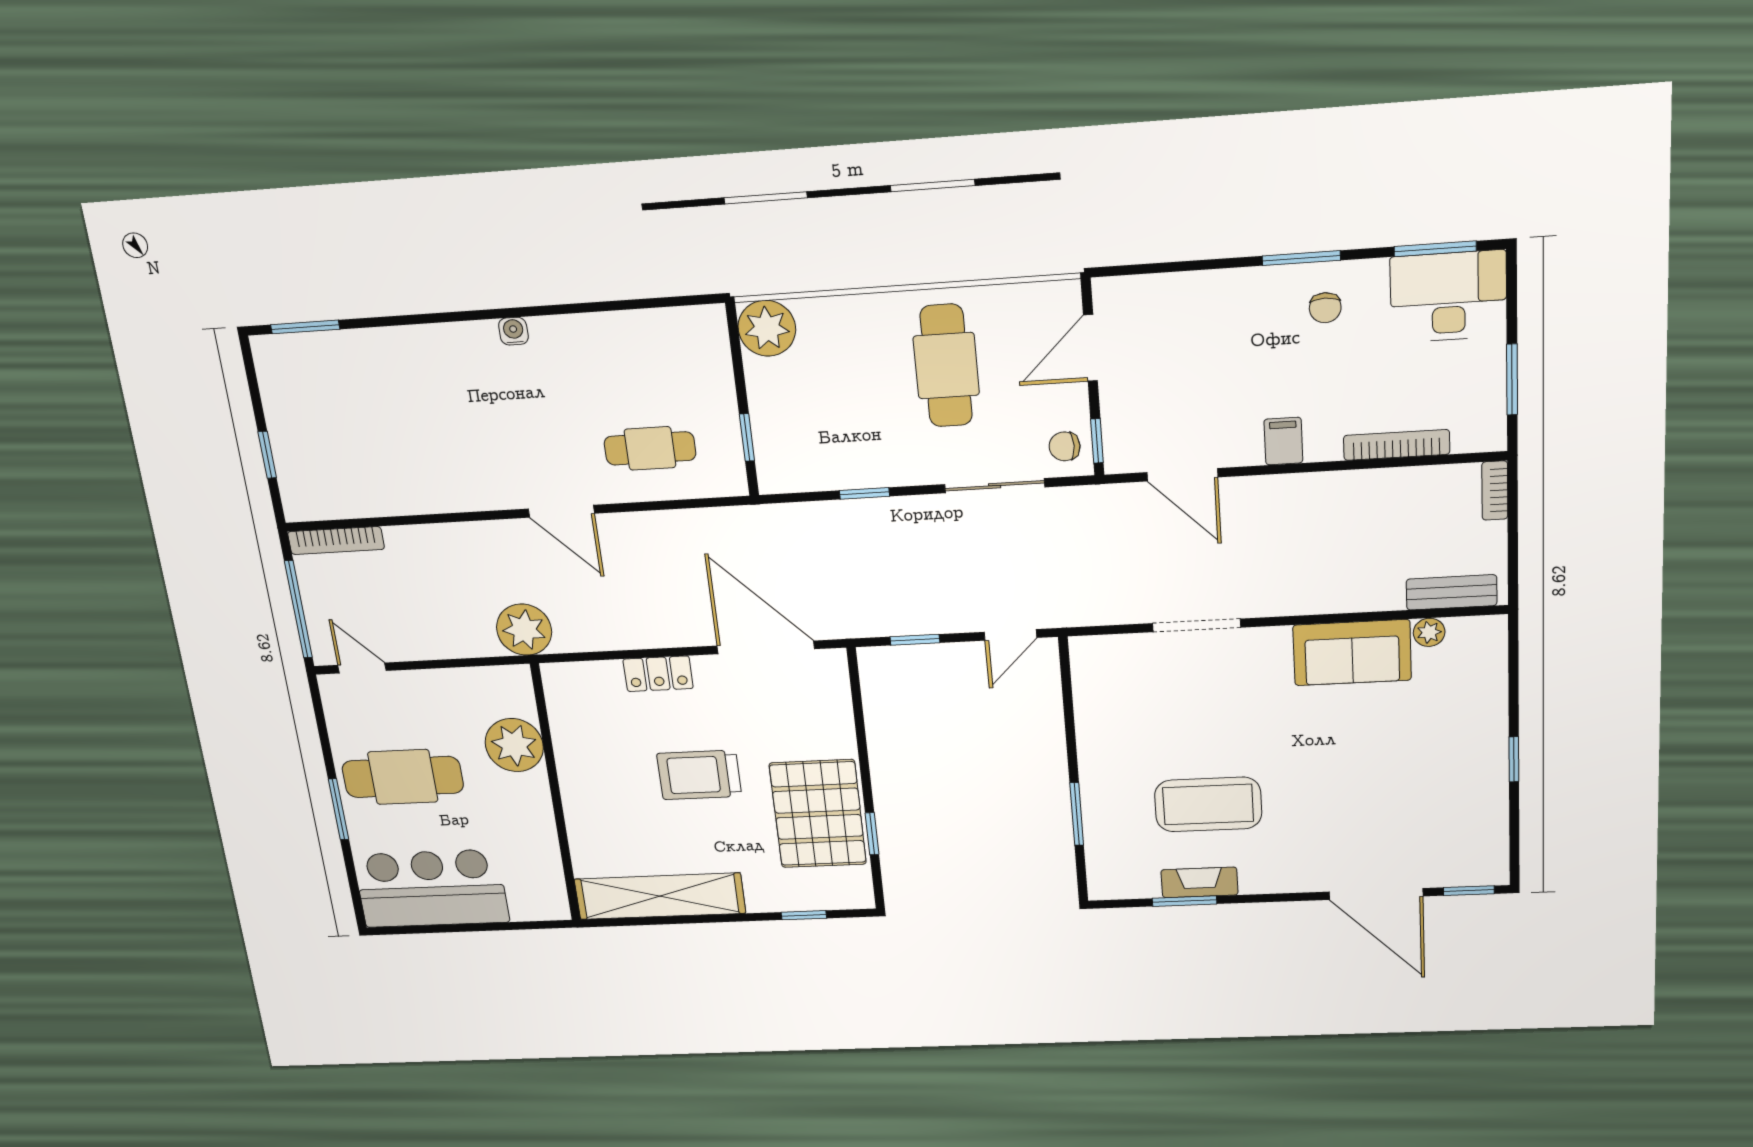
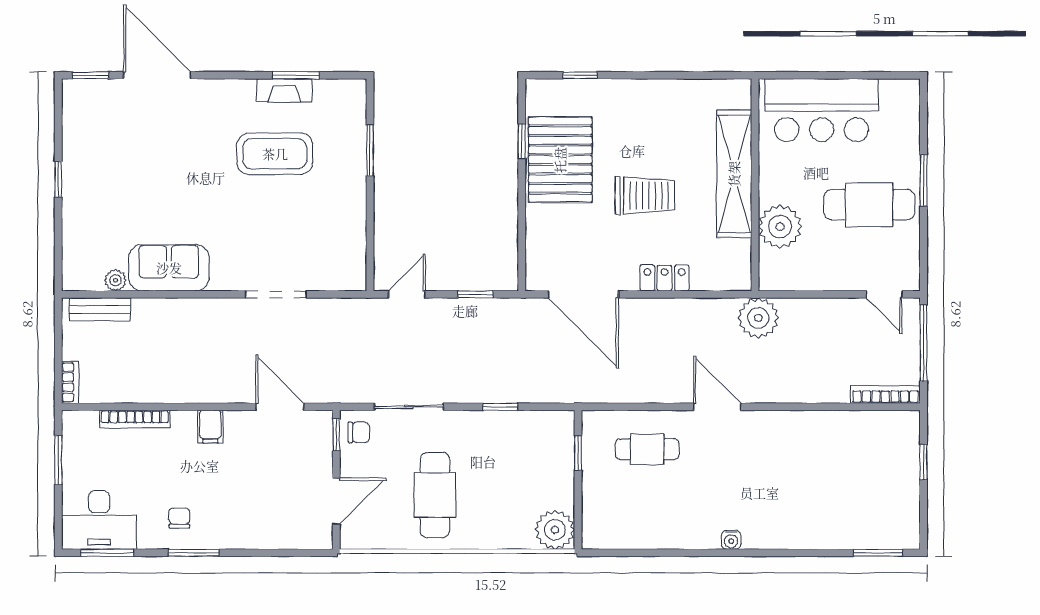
bar counter: (431, 889) -> (822, 110), moved
shelving: (660, 896) -> (734, 174), moved, turned 90

